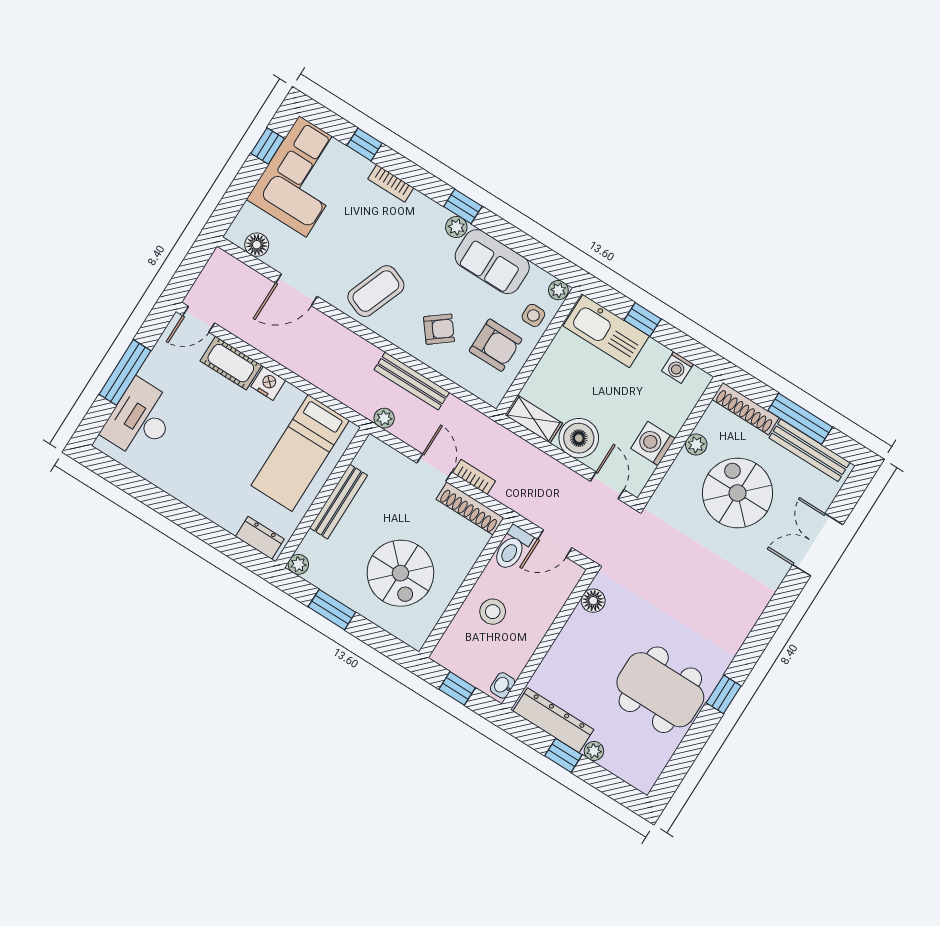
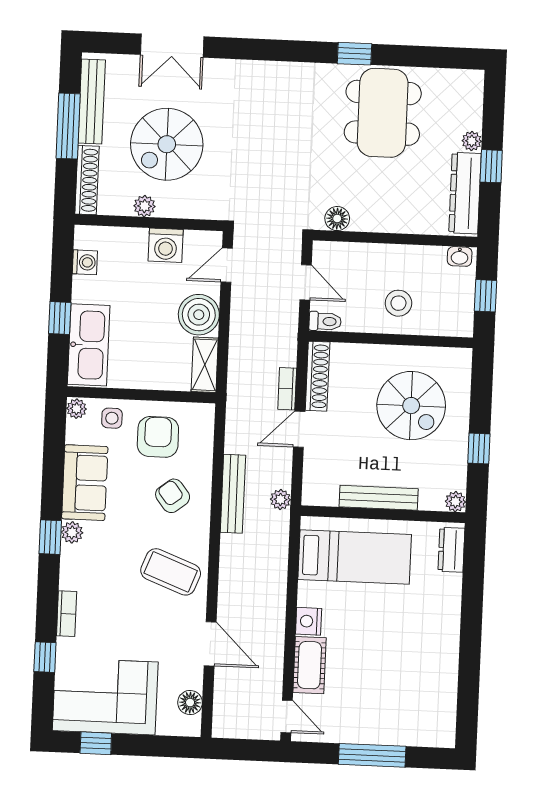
desk: (140, 419) -> (406, 718), removed
toilet: (512, 548) -> (325, 321), width x0.73, depth x0.72
spiral stairs: (400, 573) -> (411, 406), turned 90
window: (332, 610) -> (479, 448), width x0.67

